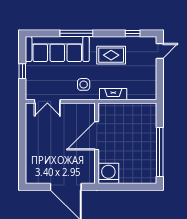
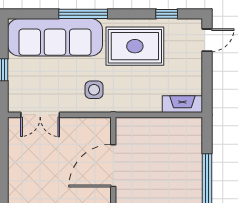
rug: (111, 55) -> (135, 46), width x1.36, depth x1.43
fireplace: (113, 94) -> (182, 104), moved

